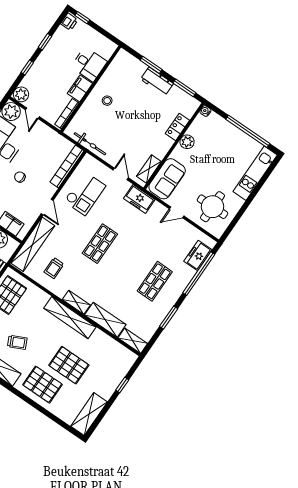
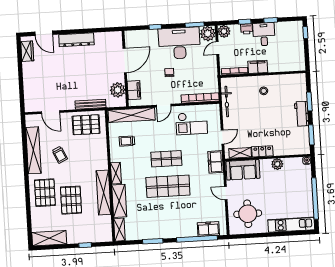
printer: (69, 22) -> (247, 29), moved
desk: (89, 64) -> (264, 34), moved, turned 180
locker: (177, 127) -> (262, 151), moved
shop shelf: (155, 281) -> (168, 186), moved, width x1.43, depth x1.36
shelving: (70, 318) -> (104, 193), moved

